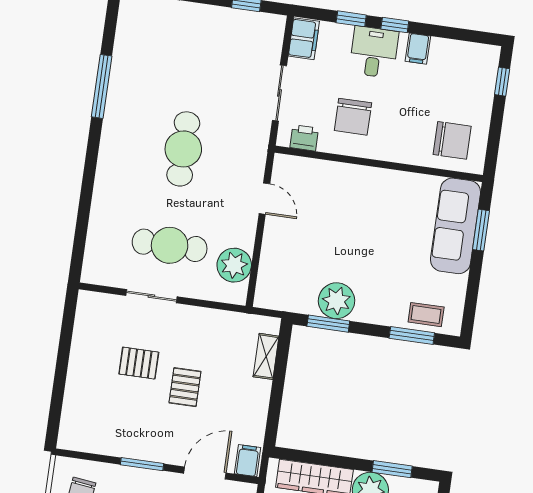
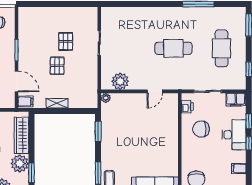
filing cabinet: (418, 49) -> (239, 168), moved
desk: (374, 52) -> (234, 135), width x1.37
cafe table: (170, 245) -> (222, 48), moved
plant: (337, 301) -> (106, 98), moved, width x0.53, depth x0.53
shelving: (266, 356) -> (57, 103), moved
pallet: (185, 387) -> (57, 66), turned 90

